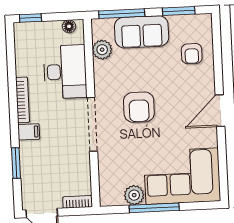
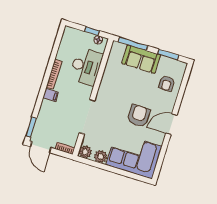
window: (30, 18) -> (92, 31), moved
plant: (102, 50) -> (85, 152), moved
armchair: (139, 107) -> (139, 116), moved, turned 180
doorway: (92, 124) -> (87, 117), moved
window: (16, 163) -> (31, 127), moved
window: (154, 208) -> (110, 169), removed

